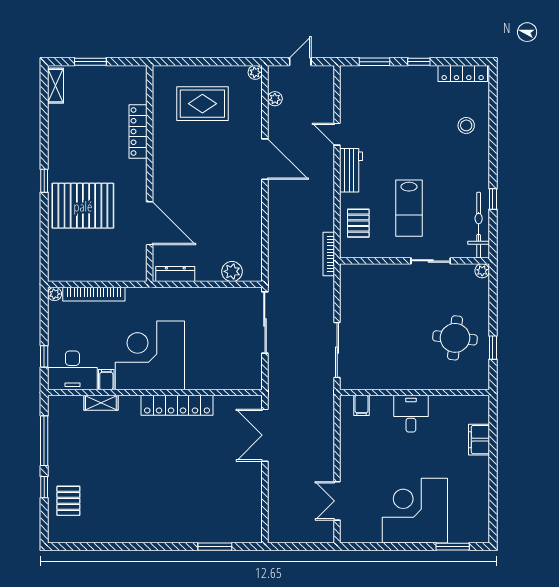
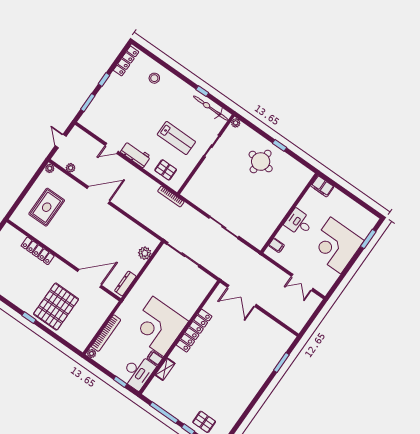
wall: (415, 393) -> (289, 213), moved
filing cabinet: (361, 405) -> (277, 245), moved
desk: (411, 414) -> (299, 223), moved

